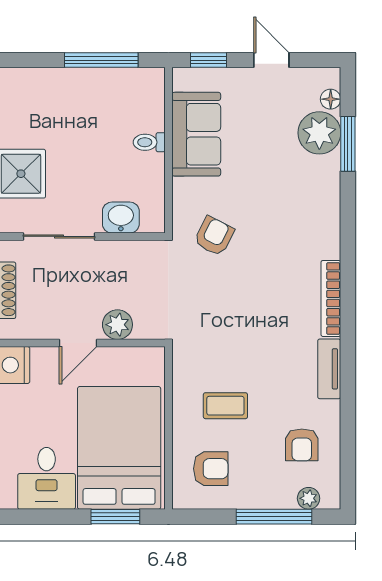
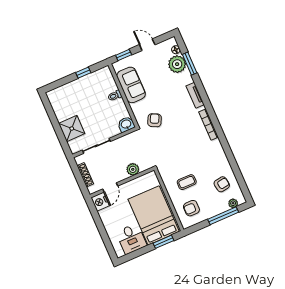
window: (101, 60) -> (83, 73), width x0.46
washbasin: (121, 218) -> (126, 124), moved
door: (78, 343) -> (110, 187), moved
tv unit: (329, 369) -> (195, 95), moved
armchair: (302, 445) -> (222, 184), turned -98
armchair: (211, 469) -> (191, 208), turned 180

